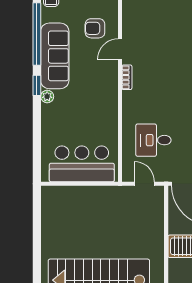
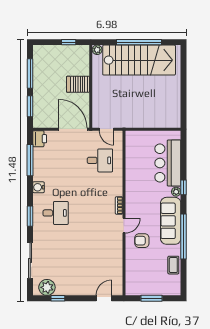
armchair: (95, 28) -> (142, 241), turned 180
window: (37, 85) -> (184, 187), moved
bar counter: (82, 164) -> (168, 163), moved, turned 90

